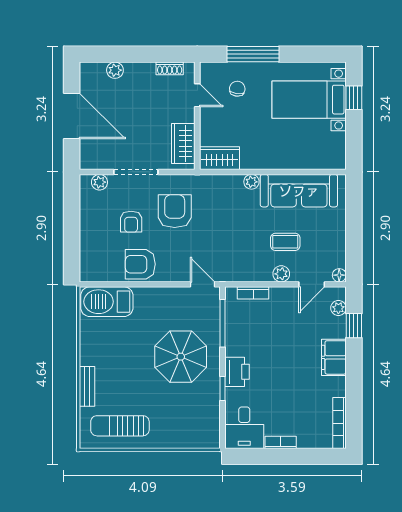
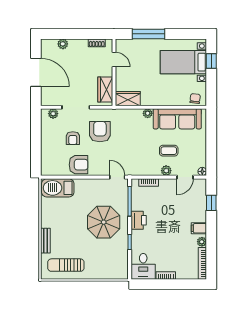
chair: (237, 89) -> (195, 99), moved
armchair: (140, 264) -> (78, 165), turned 180
plant: (338, 308) -> (202, 242), moved
filing cabinet: (334, 357) -> (199, 228), width x0.50
printer: (237, 372) -> (139, 220), moved

